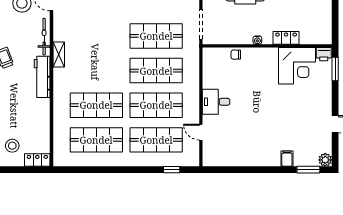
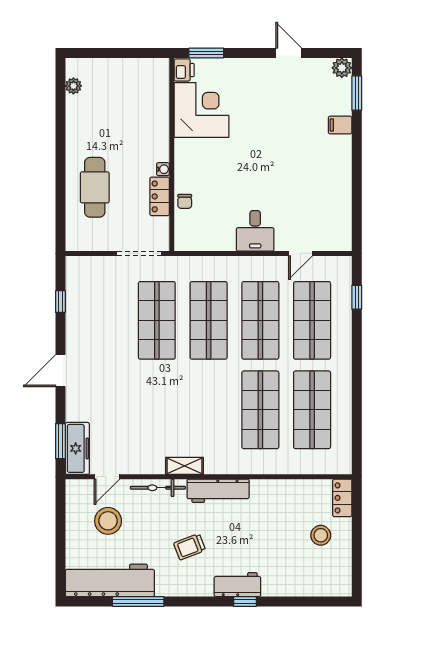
locker: (286, 38) -> (160, 196), moved

